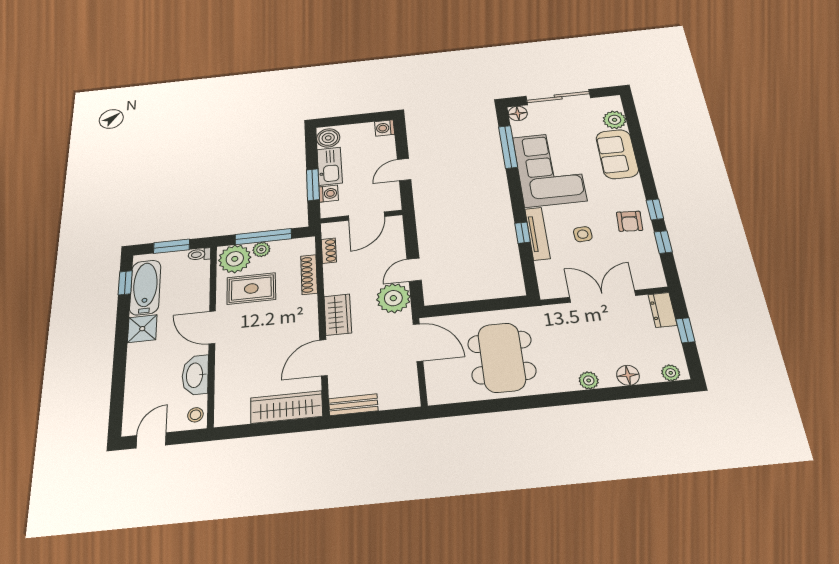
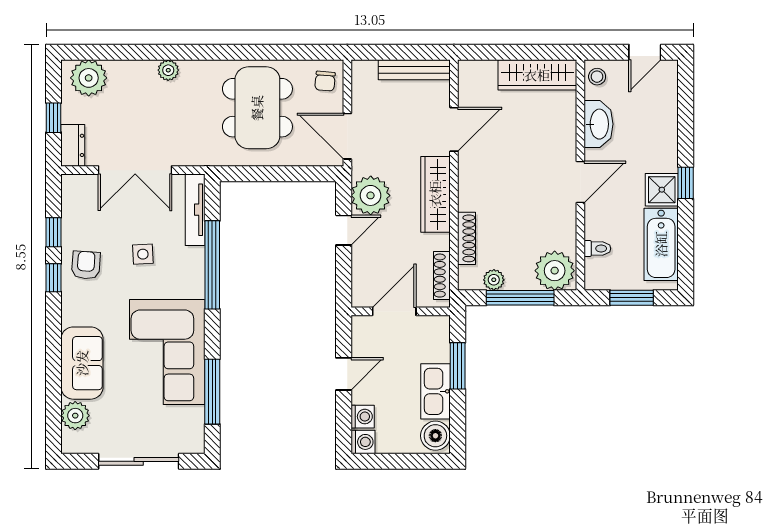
floor lamp: (518, 113) -> (193, 442), removed
washing machine: (329, 194) -> (363, 417), moved, turned 180
window: (522, 233) -> (212, 265), width x3.17
tv unit: (537, 234) -> (195, 210), moved
plant: (261, 249) -> (494, 280), moved
shoe rack: (329, 251) -> (442, 276), width x1.43
toilet: (199, 254) -> (597, 249), moved
window: (125, 283) -> (686, 183), moved
rug: (251, 289) -> (535, 228), removed
wardrobe: (338, 315) -> (435, 194), width x1.50
door: (212, 327) -> (580, 182), hinge flipped
plant: (671, 373) -> (89, 78), width x1.87, depth x1.87
floor lamp: (628, 375) -> (126, 72), removed
chair: (443, 386) -> (325, 81), added
bench: (353, 405) -> (414, 70), width x1.36
wardrobe: (286, 407) -> (537, 75), moved

